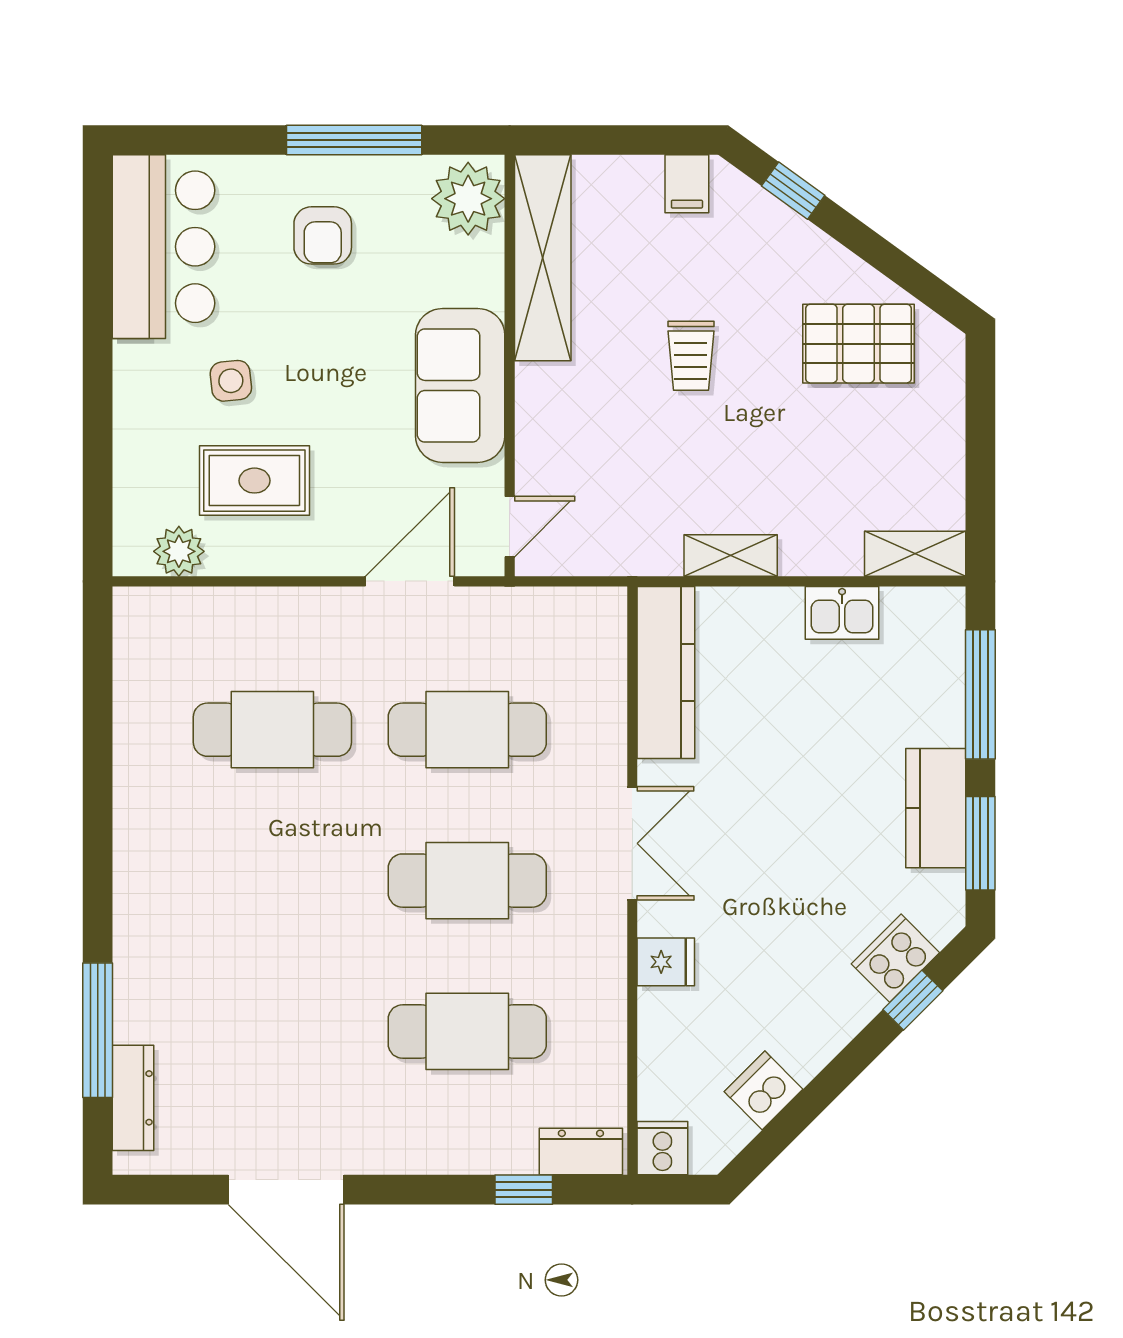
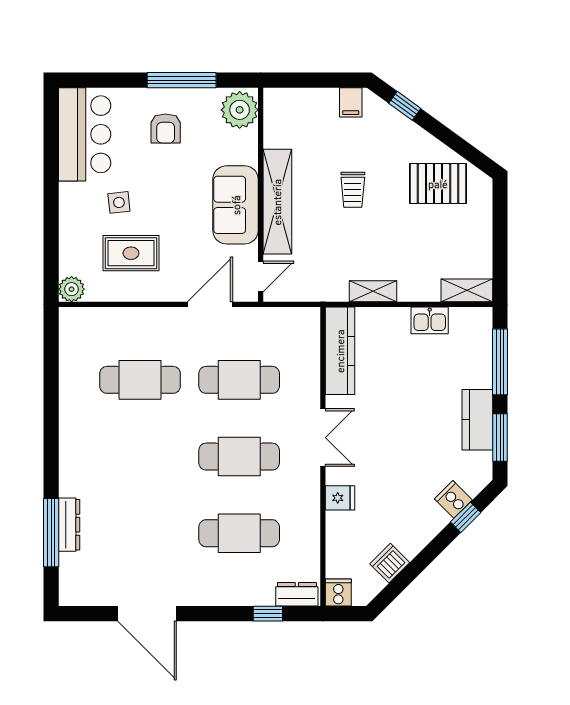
shelving: (543, 258) -> (277, 202), moved
plant: (179, 551) -> (72, 289), moved
cooker: (895, 958) -> (453, 499), width x0.73
dresser: (133, 1098) -> (69, 525), moved

